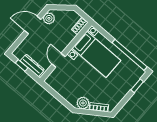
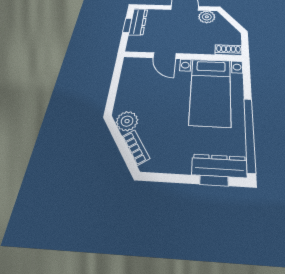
door: (58, 60) -> (165, 56), swing flipped
dresser: (32, 65) -> (138, 22), moved
dresser: (133, 79) -> (219, 166), added

